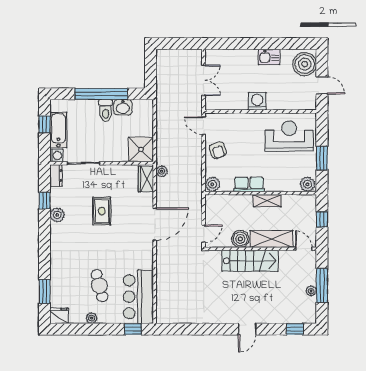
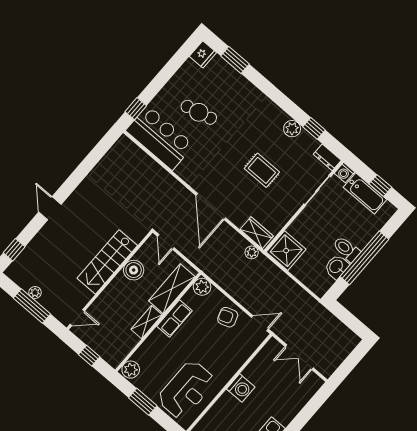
shelving: (271, 239) -> (172, 289), moved
plant: (92, 318) -> (176, 81), removed

